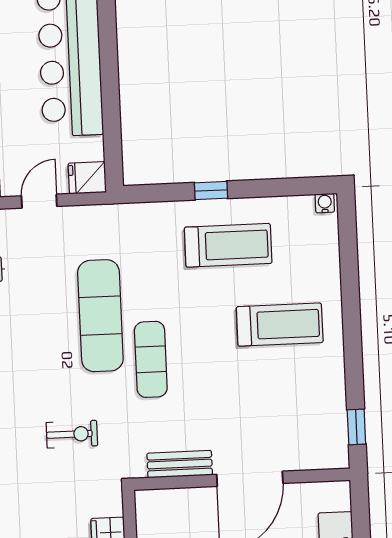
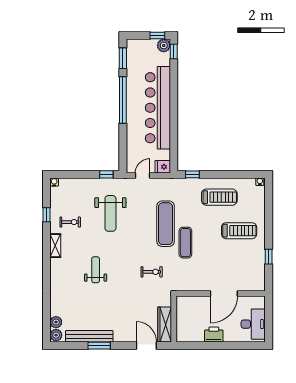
window: (211, 190) -> (192, 174), moved
window: (356, 427) -> (269, 257), moved
bench: (180, 464) -> (195, 286), removed

